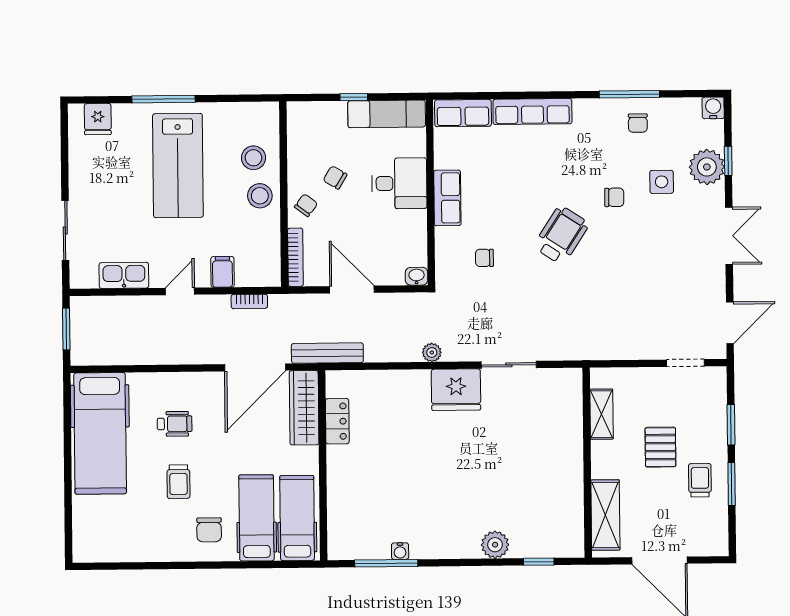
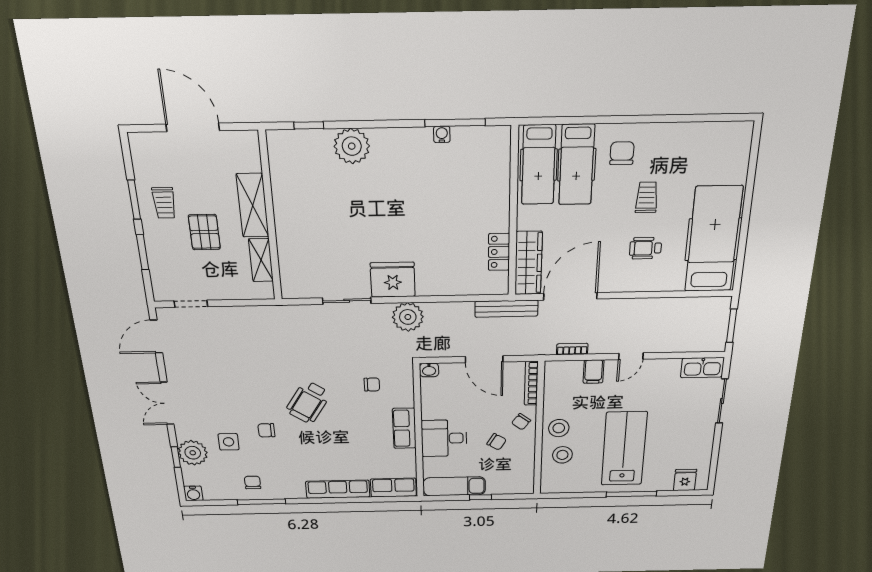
kitchen sink: (124, 275) -> (702, 368), moved
plant: (432, 352) -> (408, 317), width x1.88, depth x1.88
shelving: (605, 515) -> (253, 205), moved
plant: (495, 545) -> (352, 146), width x1.36, depth x1.36

